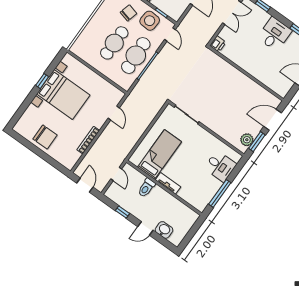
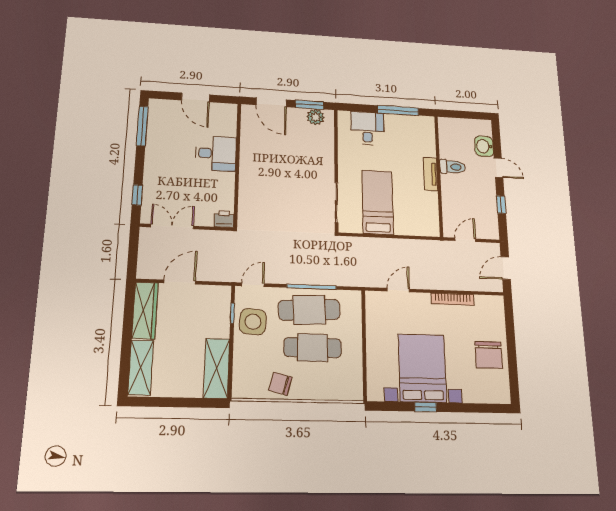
chair: (129, 13) -> (280, 384), moved
desk: (275, 34) -> (216, 154), moved, turned 180
chair: (45, 137) -> (489, 355), turned 180
bed: (159, 154) -> (378, 202), moved, turned 90
toilet: (146, 188) -> (452, 167), moved

